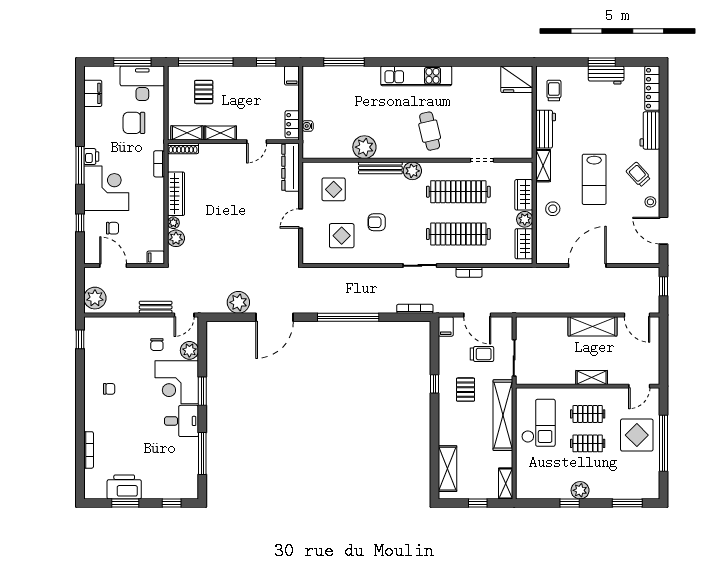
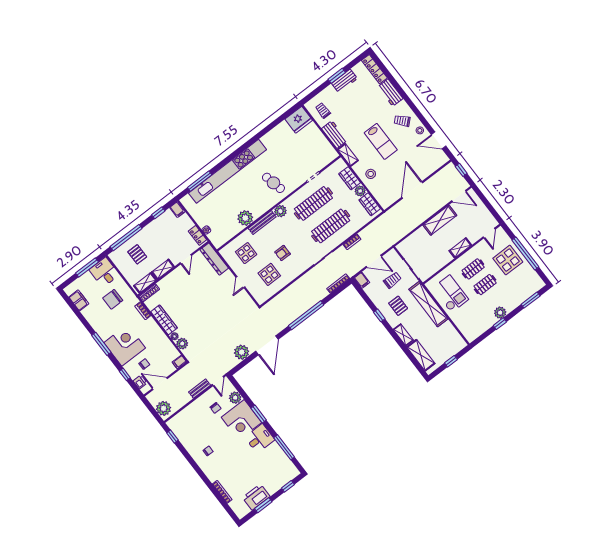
kitchen unit: (416, 76) -> (228, 171), width x1.86
desk: (142, 83) -> (104, 272), width x0.73
printer: (91, 157) -> (140, 382), moved
shelving: (506, 483) -> (403, 335), moved

